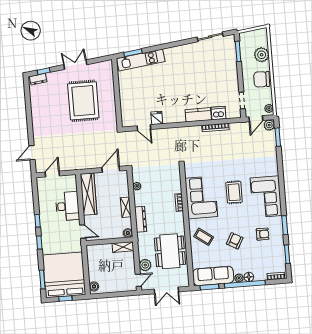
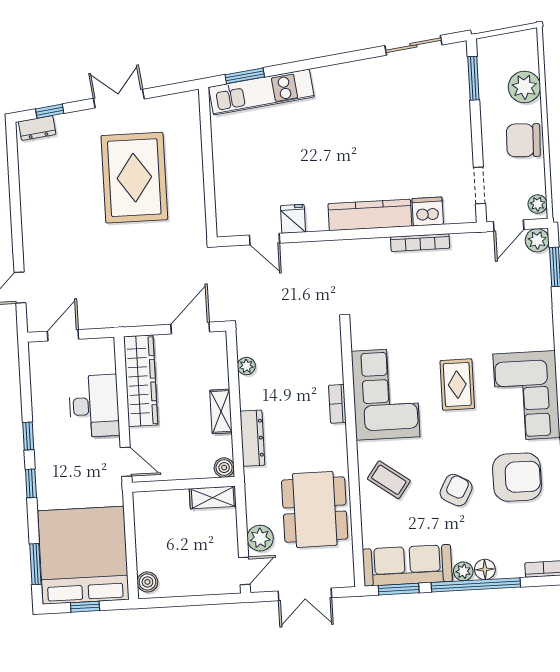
kitchen counter: (198, 115) -> (370, 215), width x1.50
armchair: (263, 234) -> (517, 477), width x1.88, depth x1.88

